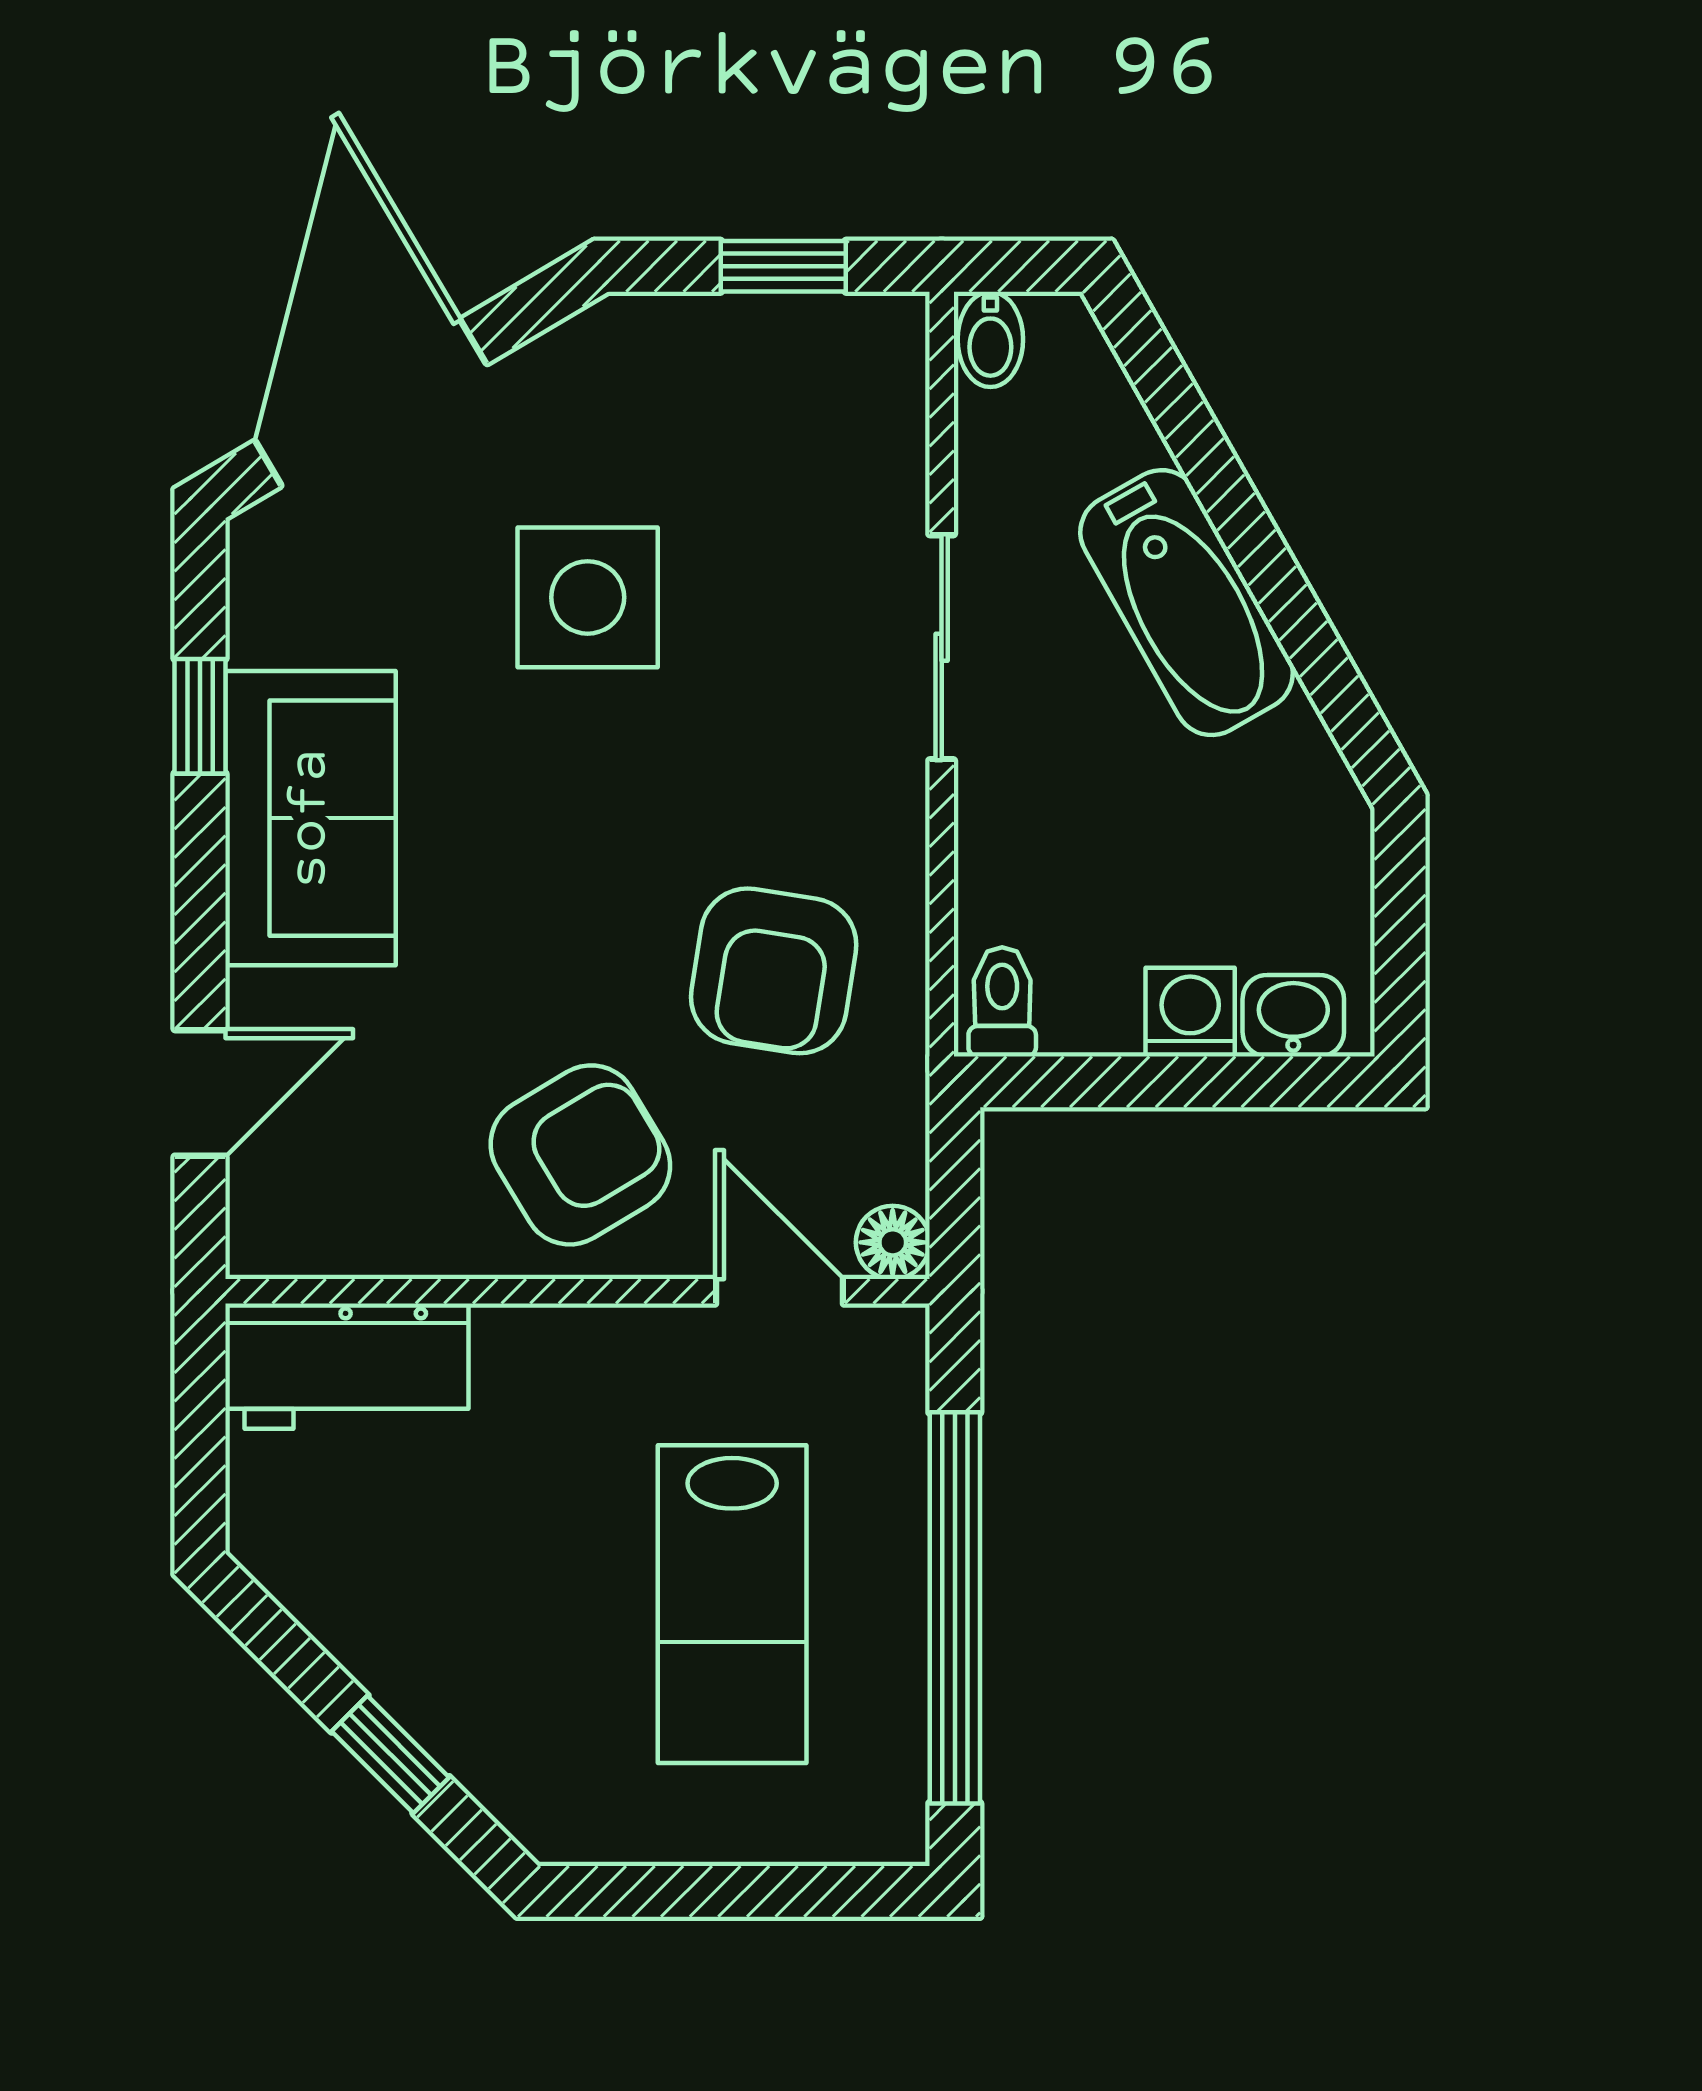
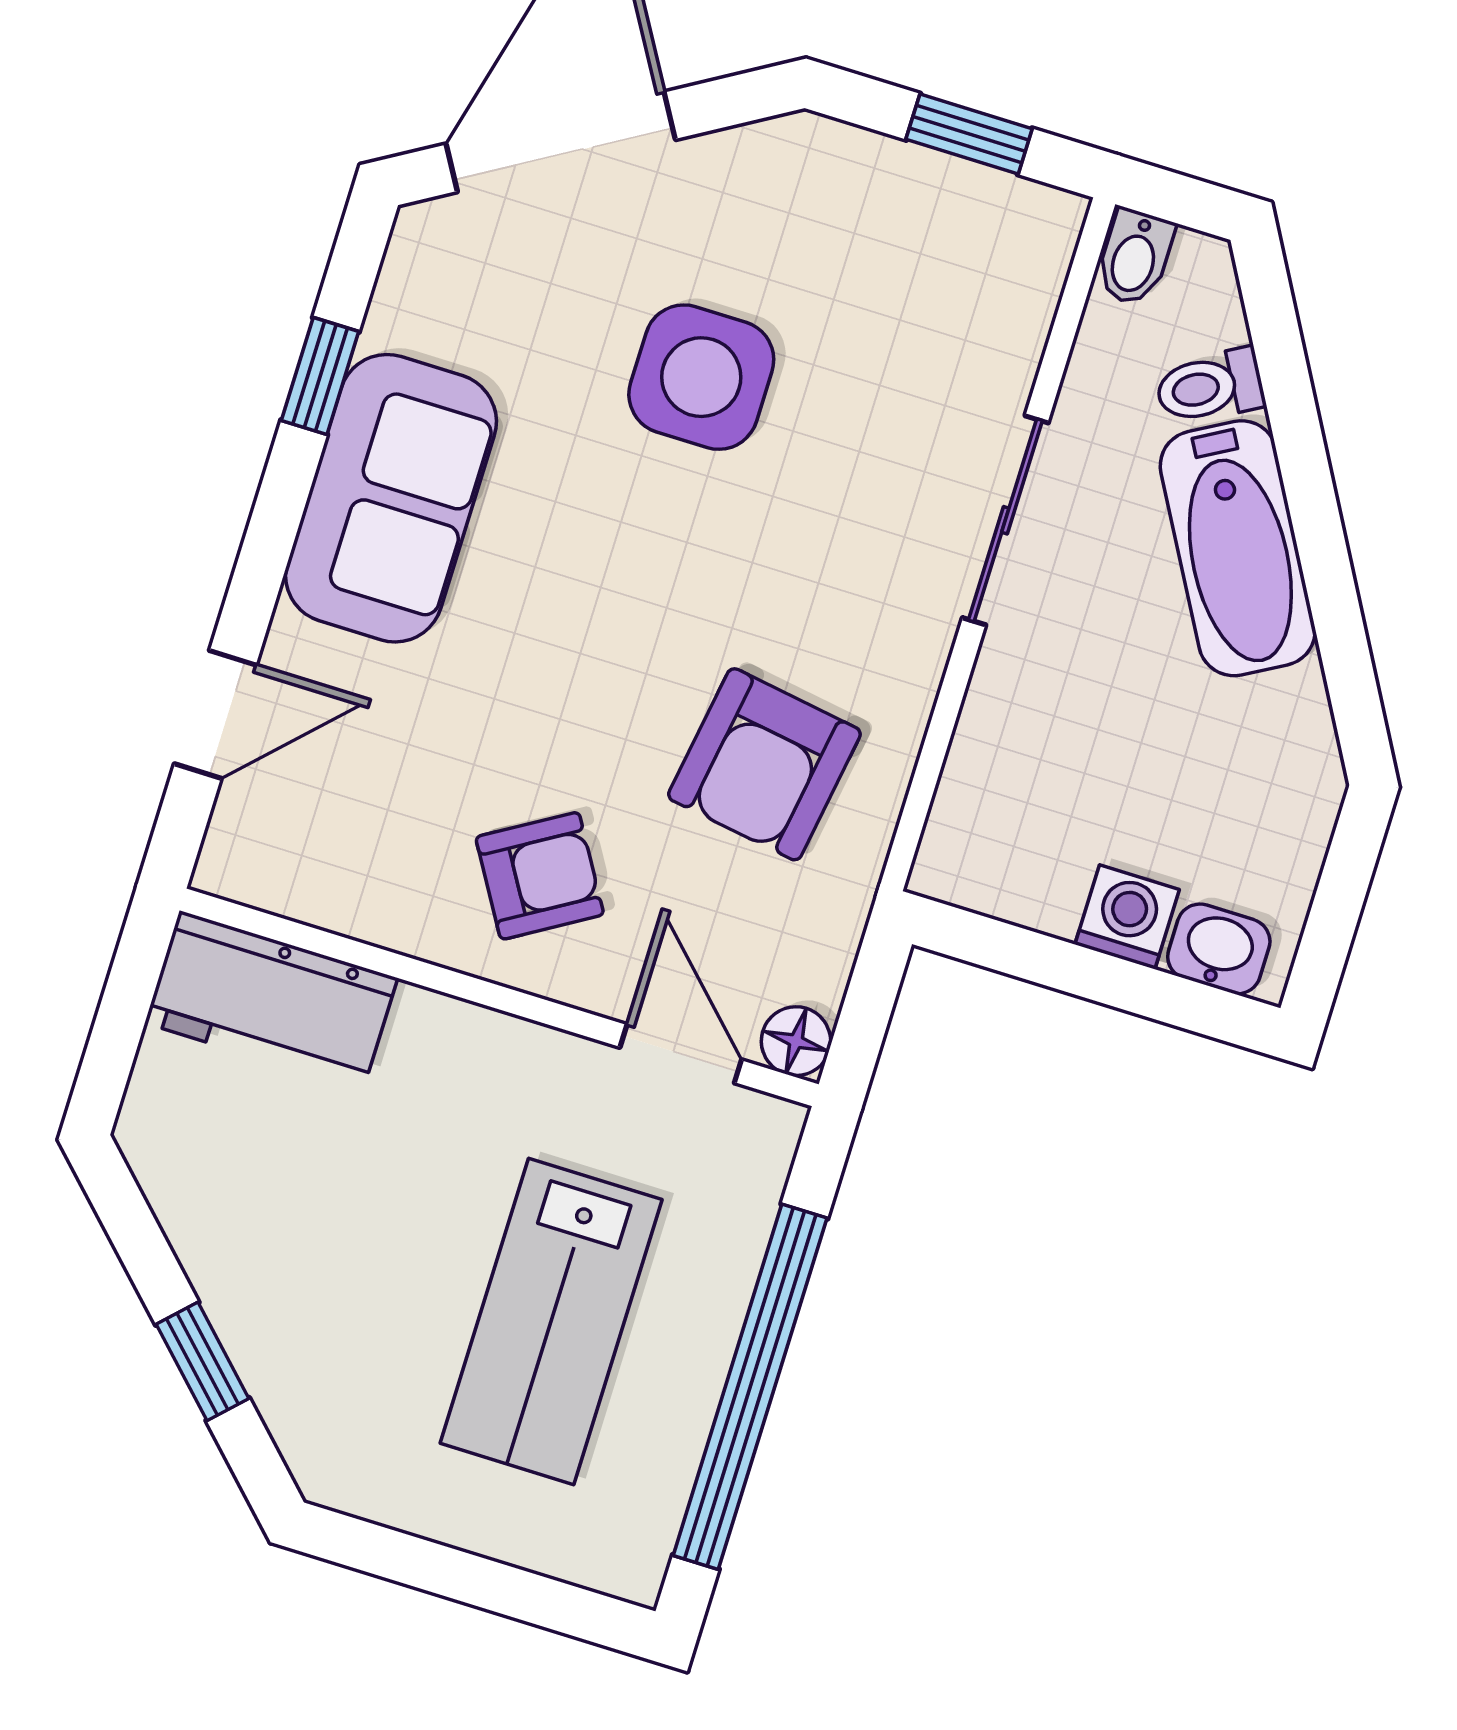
toilet: (1002, 1002) -> (1210, 387), moved, turned -120
armchair: (580, 1155) -> (540, 876), width x0.72, depth x0.72

